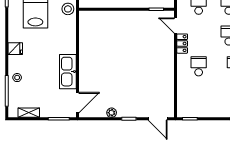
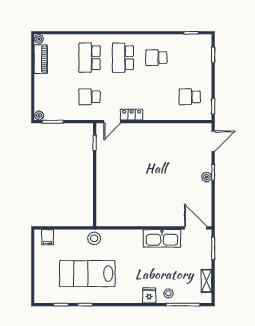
fridge: (15, 49) -> (149, 295), moved
school desk: (199, 66) -> (190, 97), moved
plant: (112, 113) -> (207, 177), moved

